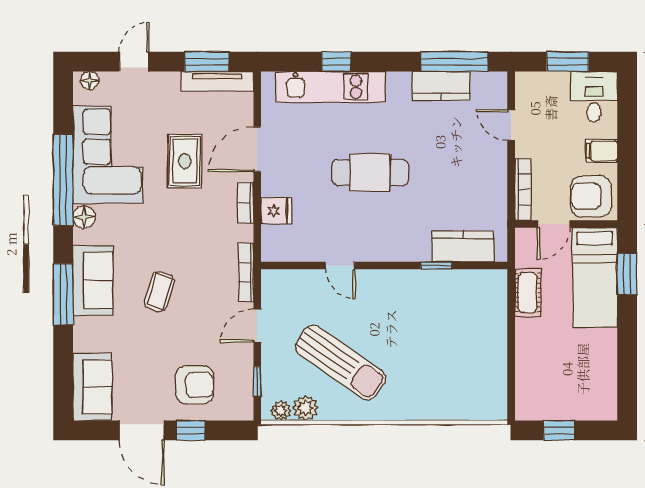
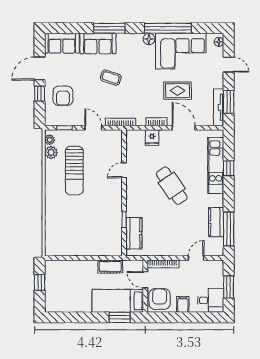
cafe table: (370, 173) -> (172, 186), turned -34
sofa: (93, 280) -> (98, 44), moved
sun lounger: (341, 363) -> (74, 171), turned -35

